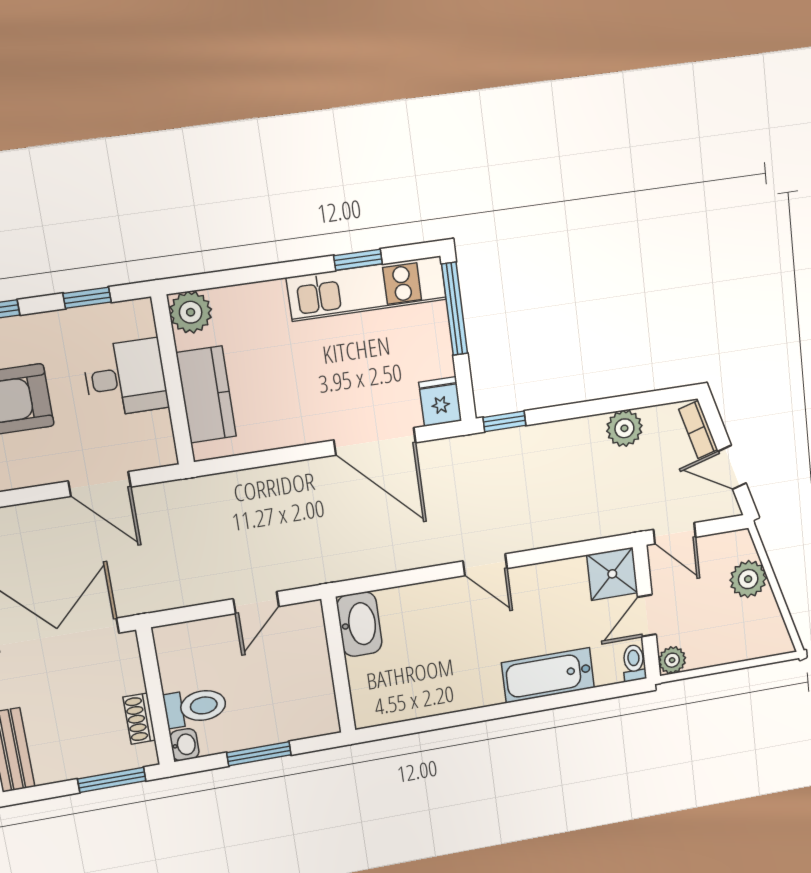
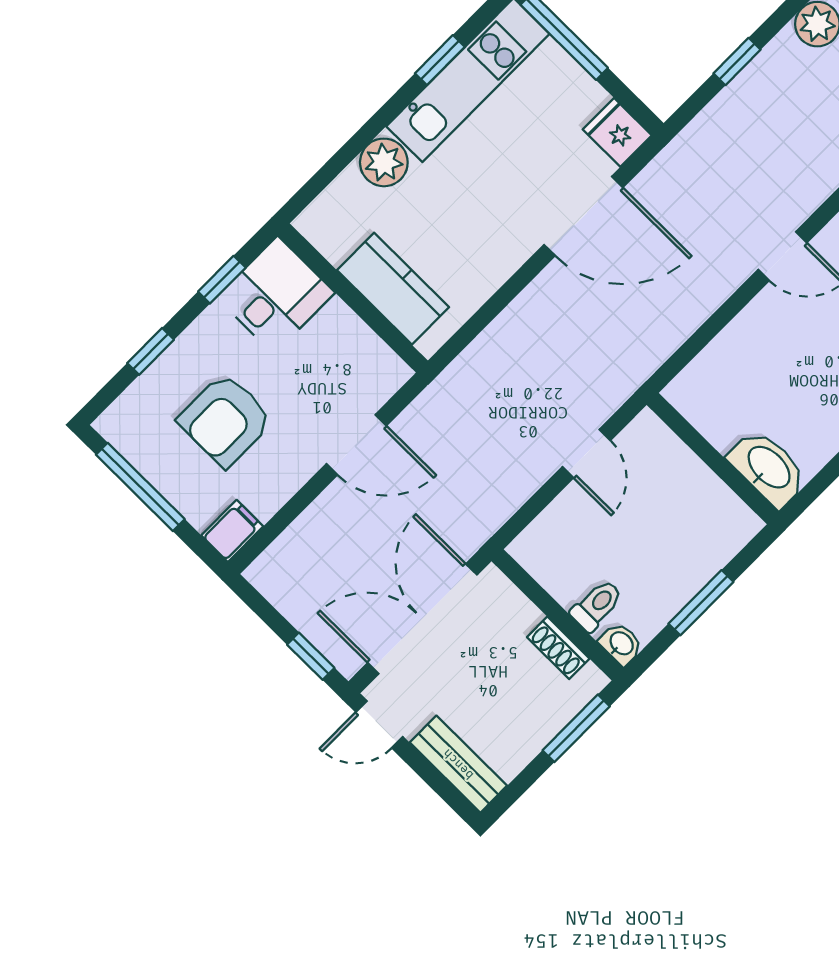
plant: (191, 312) -> (384, 162), moved
desk: (125, 378) -> (276, 295), moved
window: (504, 421) -> (737, 61), moved
washbasin: (359, 624) -> (768, 468), moved
toilet: (195, 707) -> (597, 605), width x0.73, depth x0.72

